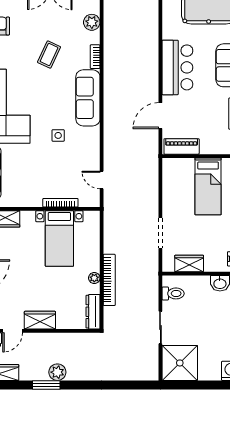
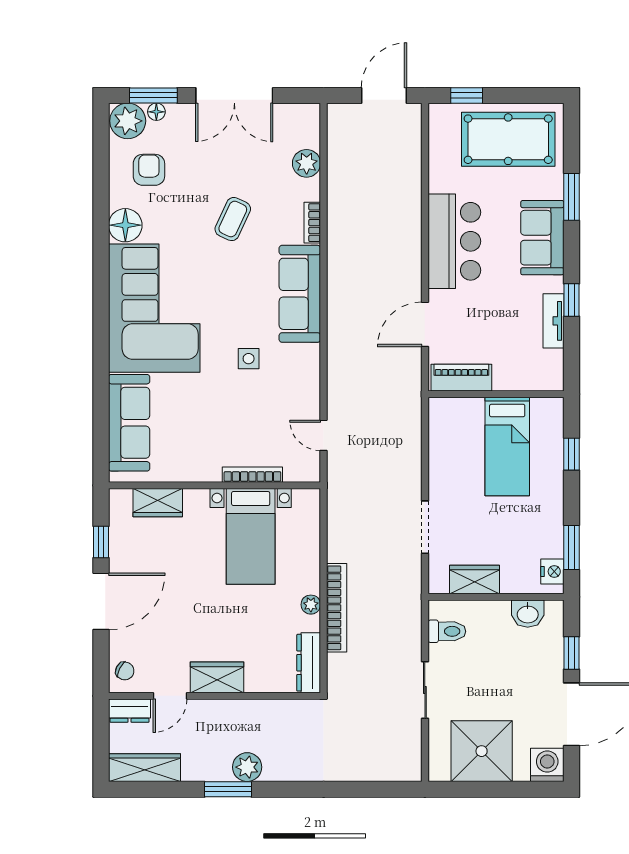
shower: (180, 363) -> (482, 751), moved

